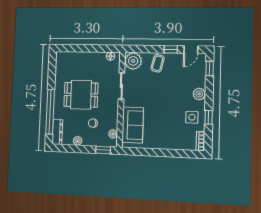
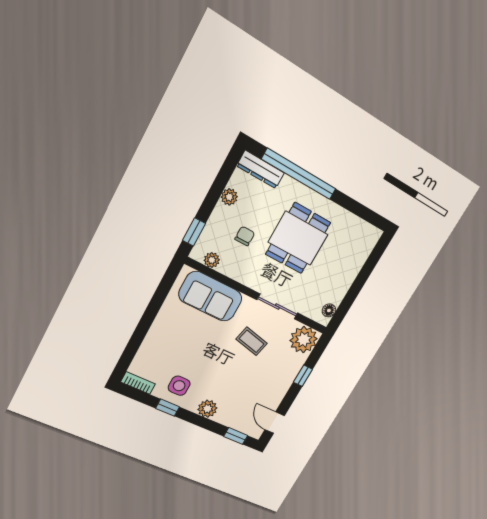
window: (171, 49) -> (303, 376), moved
coffee table: (158, 63) -> (252, 341), moved

